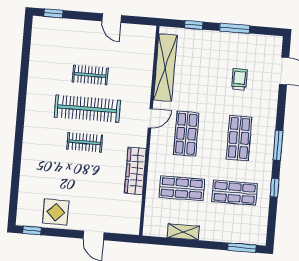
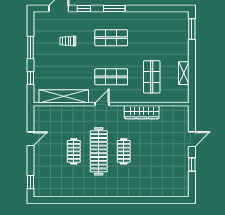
door: (150, 118) -> (102, 104), hinge flipped
window: (275, 188) -> (84, 9), moved
shop shelf: (235, 193) -> (152, 38), removed
display table: (56, 212) -> (177, 168), removed
window: (32, 230) -> (192, 164), moved

